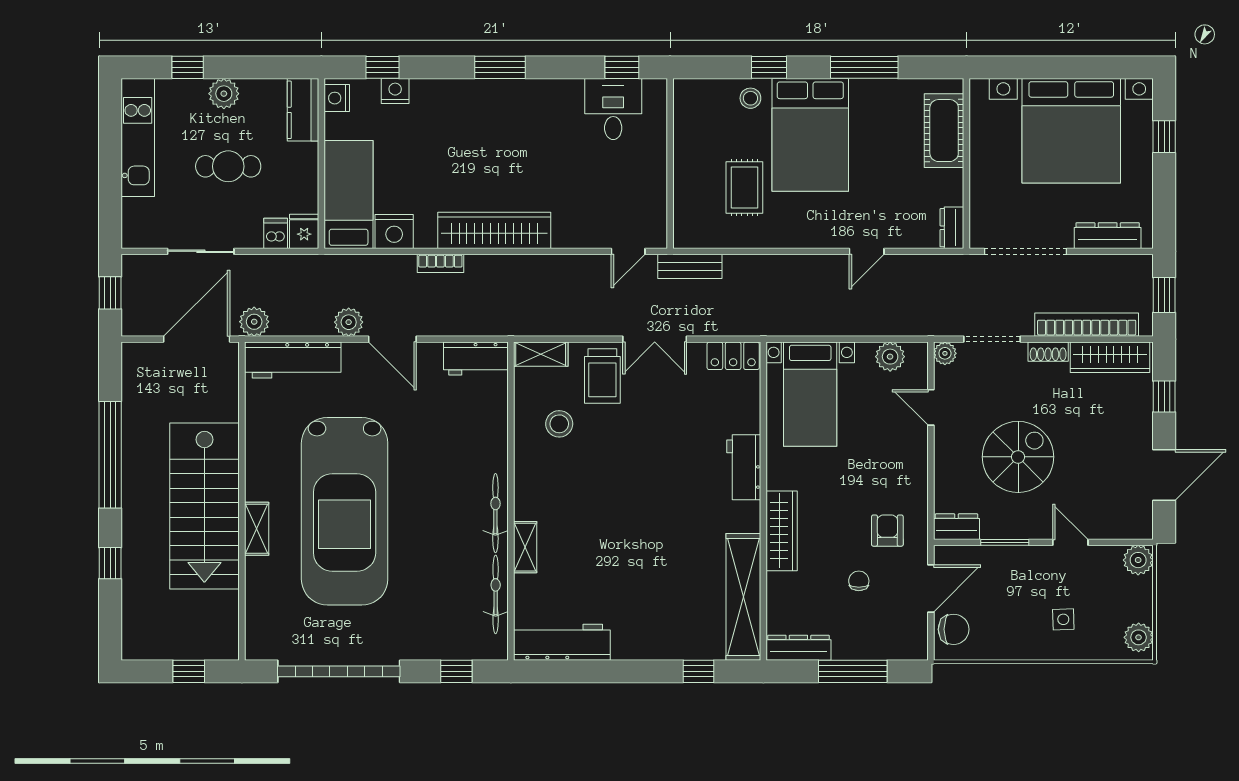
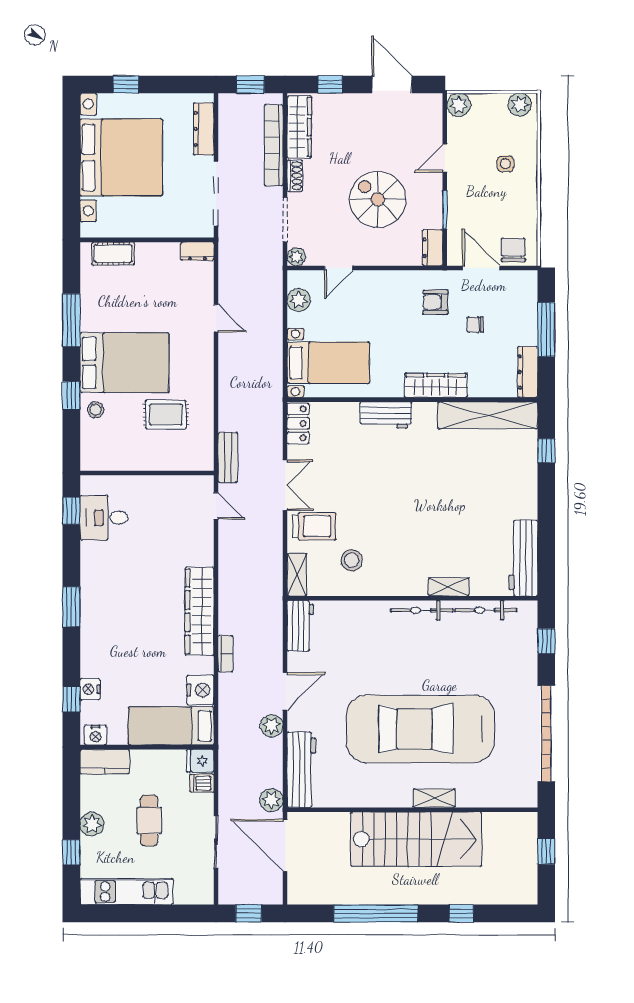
cot: (944, 131) -> (113, 254), width x0.73, depth x0.75
car: (345, 511) -> (420, 729), turned 180

